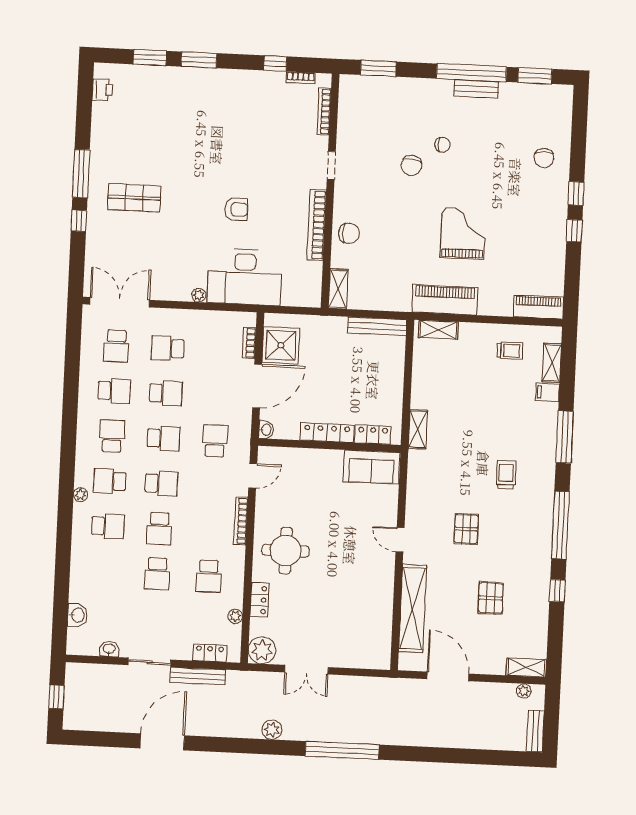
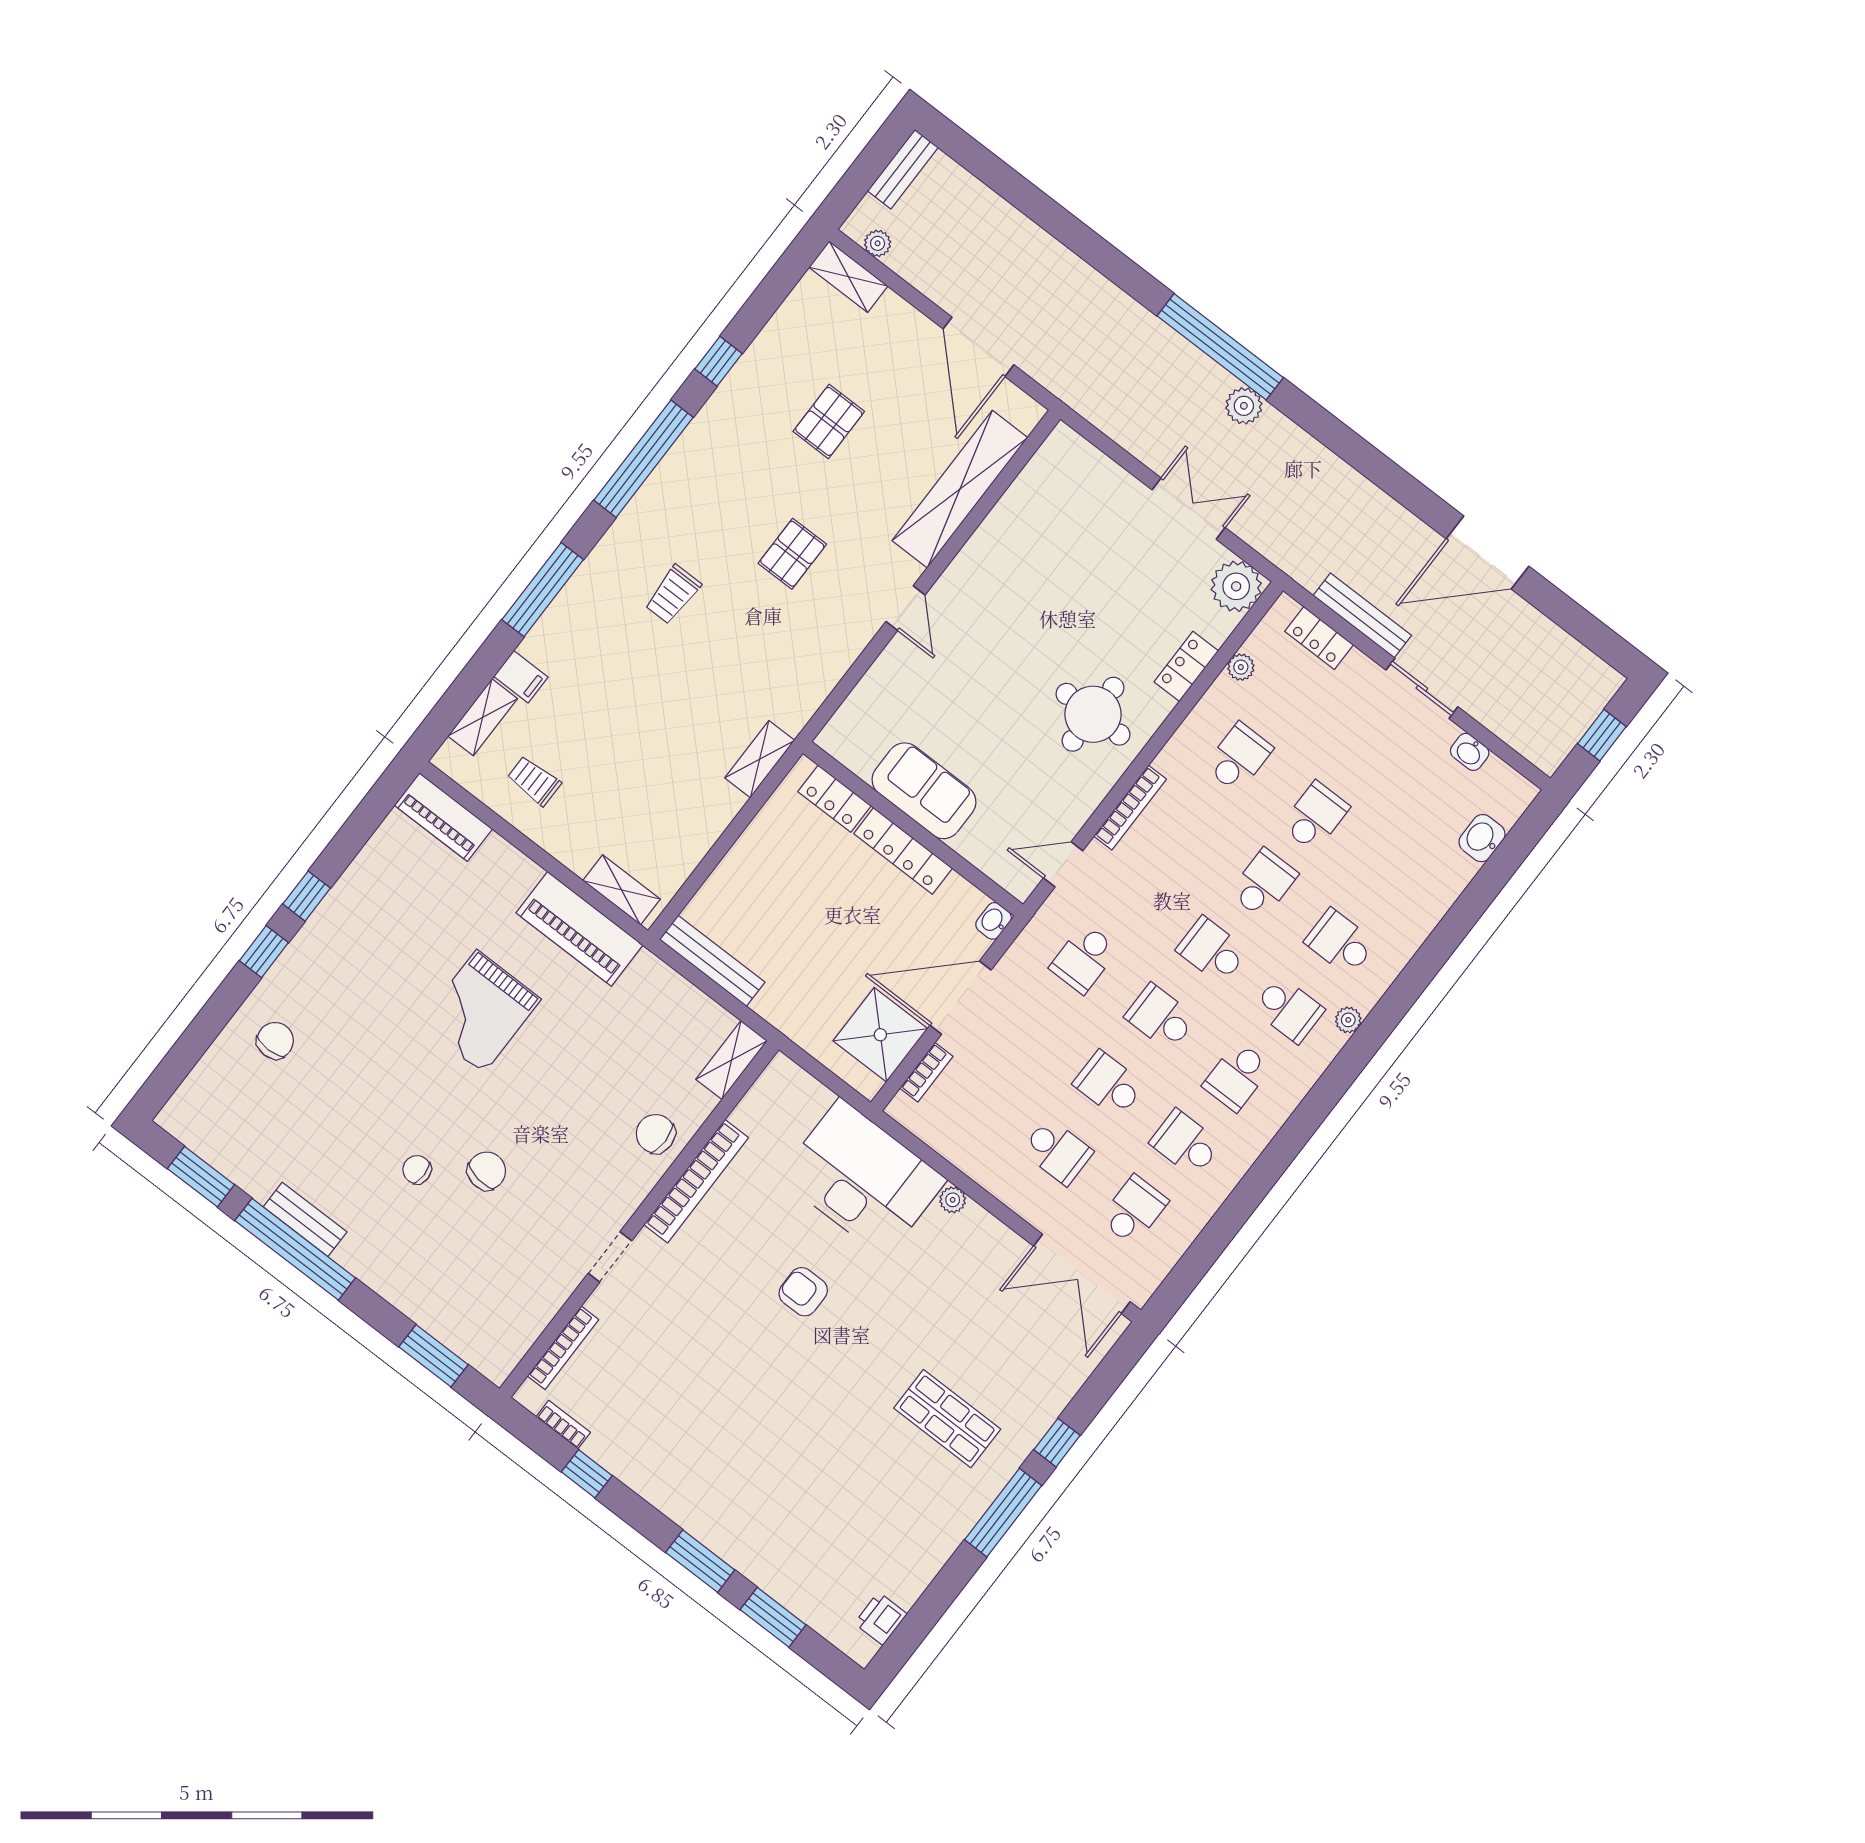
sofa: (371, 467) -> (924, 791), moved
plant: (272, 730) -> (1244, 406), moved

